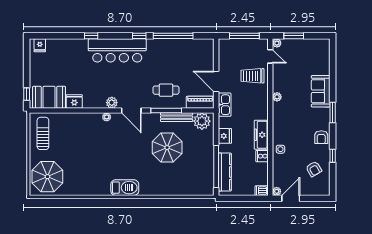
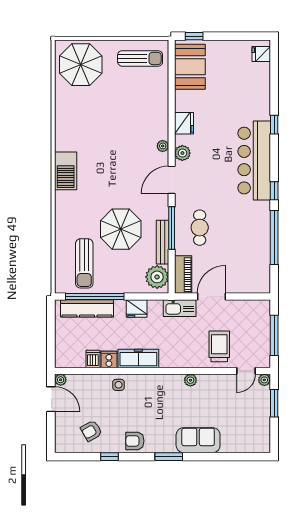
fridge: (74, 101) -> (184, 123), moved
sun lounger: (192, 174) -> (84, 263), added
dishwasher: (262, 191) -> (93, 359), moved

